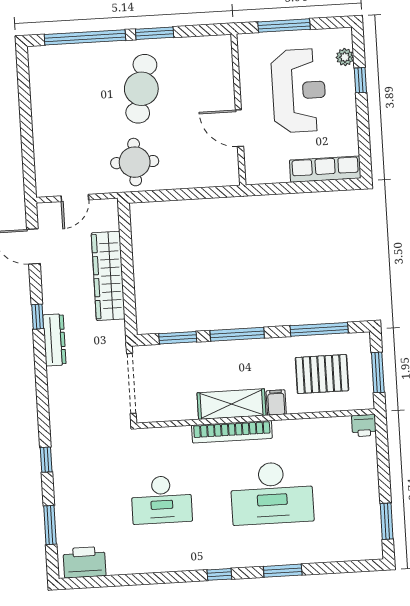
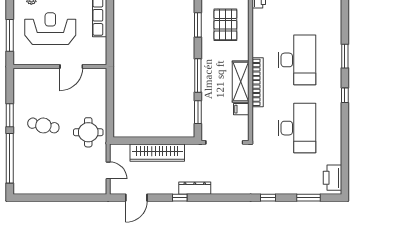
cafe table: (141, 89) -> (43, 125), width x0.73, depth x0.74
window: (319, 329) -> (198, 25), width x0.69
filing cabinet: (276, 402) -> (241, 109), moved
desk: (162, 500) -> (297, 128), width x1.36, depth x1.30

